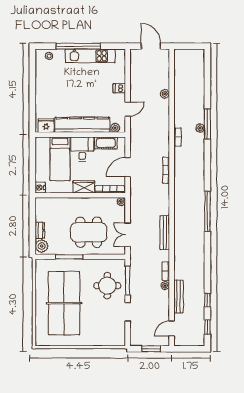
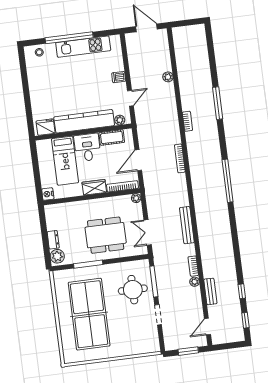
plant: (200, 128) -> (210, 109), removed
window: (207, 211) -> (228, 181), moved
bench: (178, 296) -> (210, 291), width x0.73

